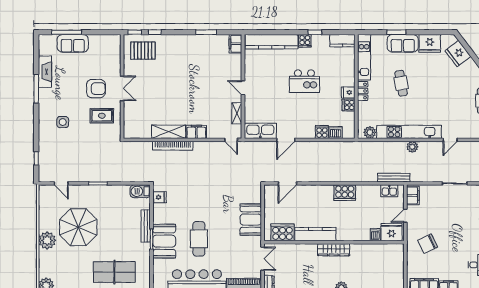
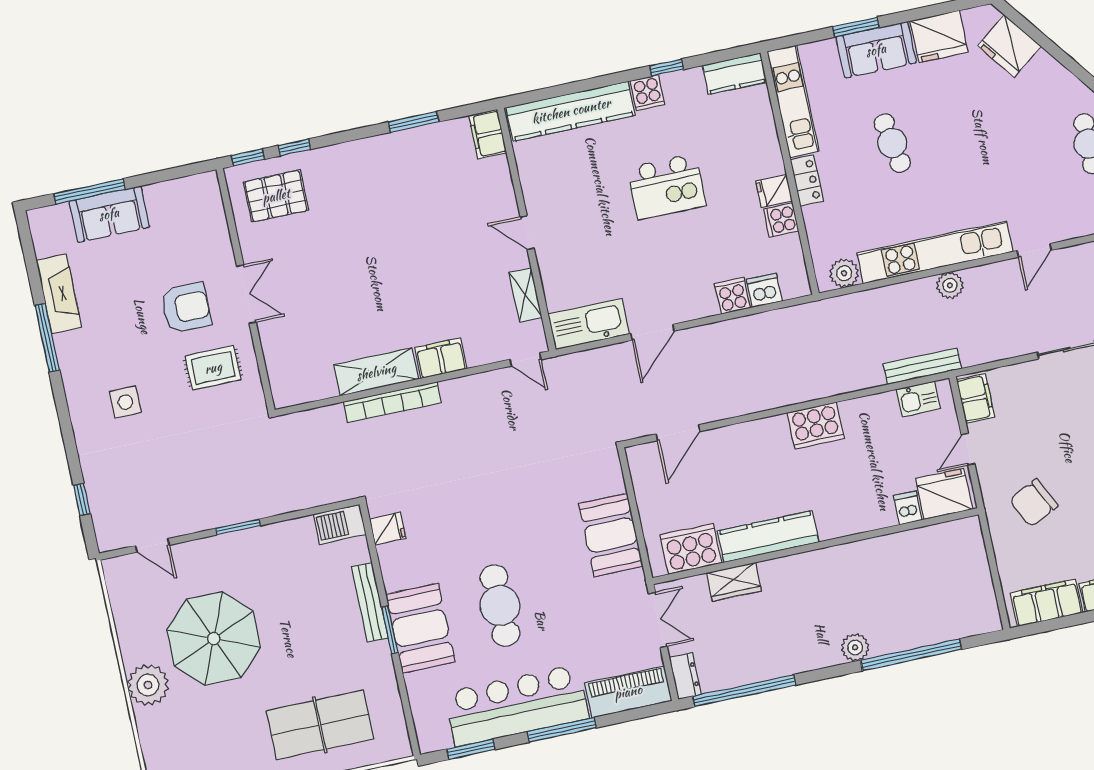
wardrobe: (334, 250) -> (734, 582), moved, width x0.67

